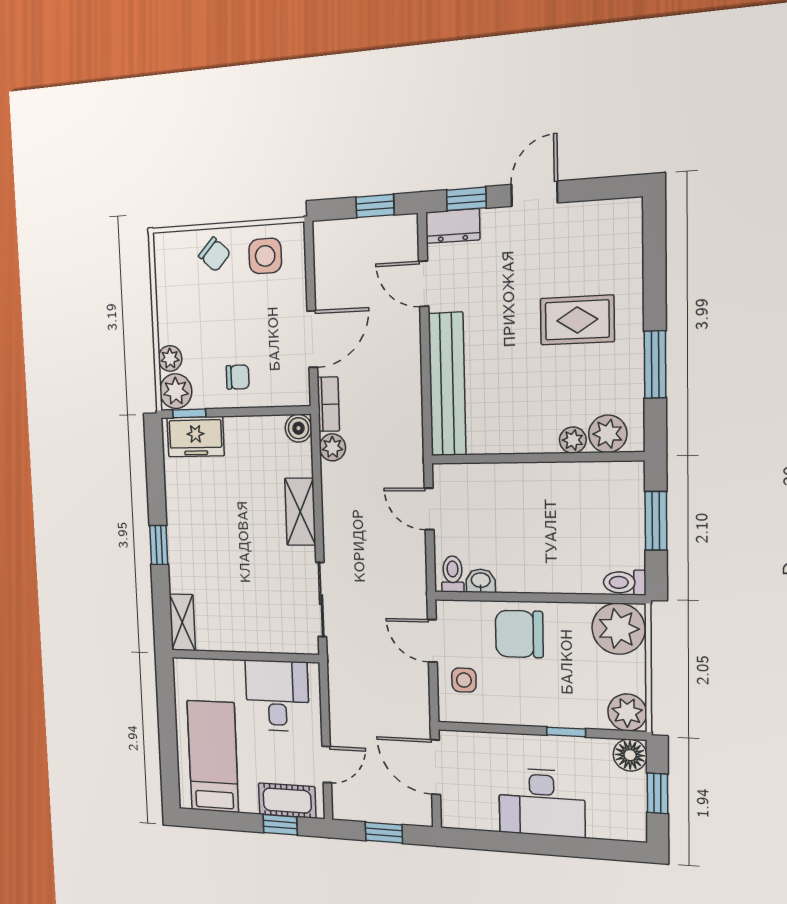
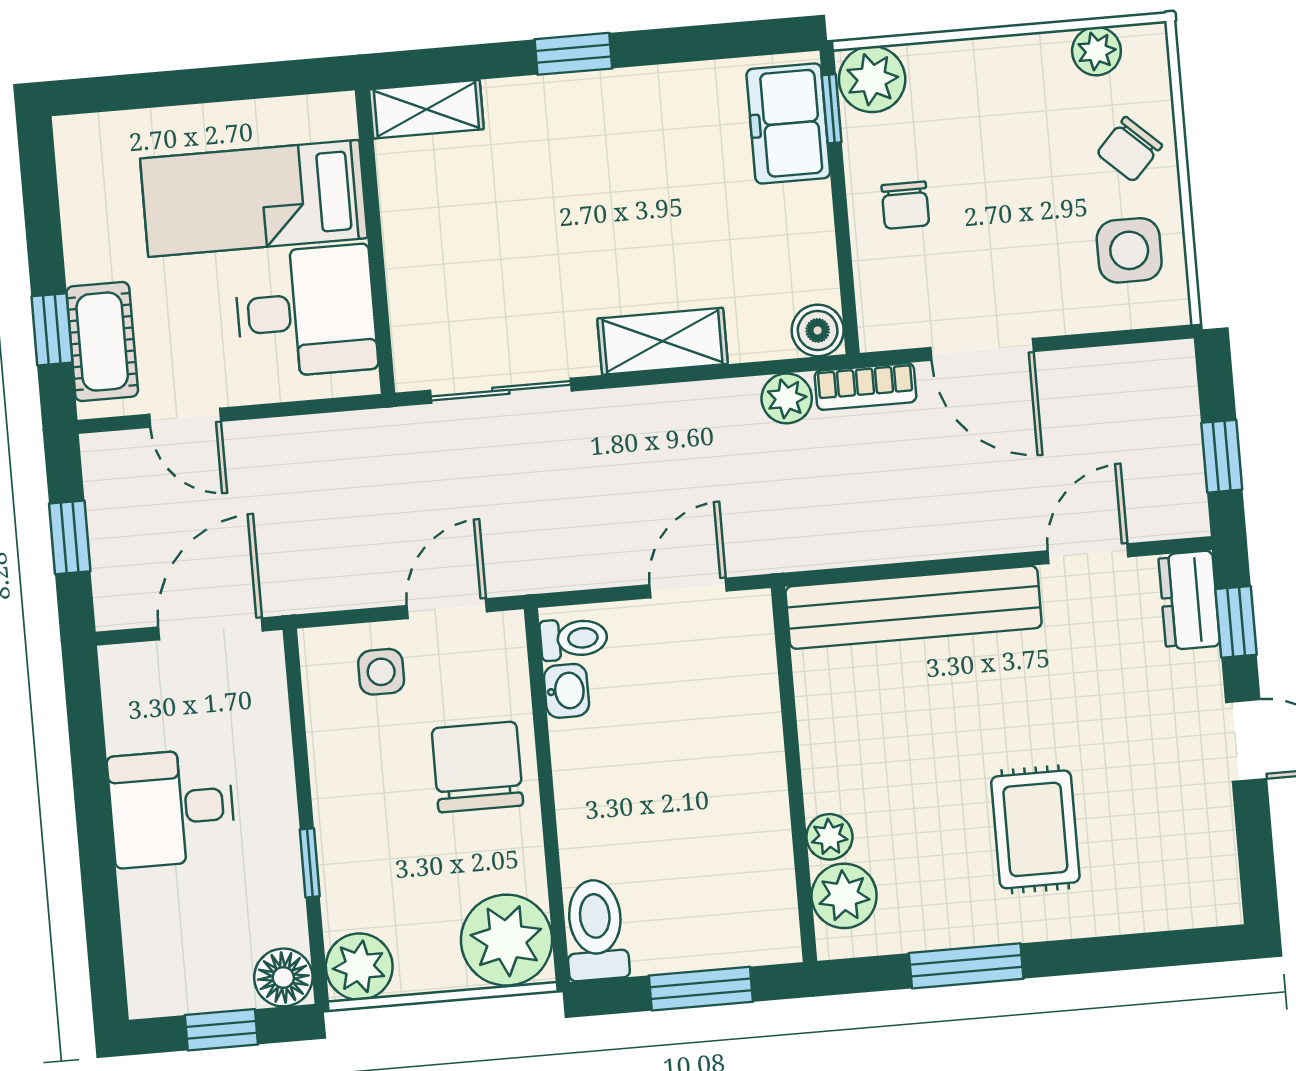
plant: (170, 358) -> (1096, 51), moved
toilet: (625, 582) -> (596, 930), width x1.37, depth x1.39
bed: (213, 756) -> (254, 198), moved, turned 180
desk: (542, 803) -> (172, 808), width x0.73

